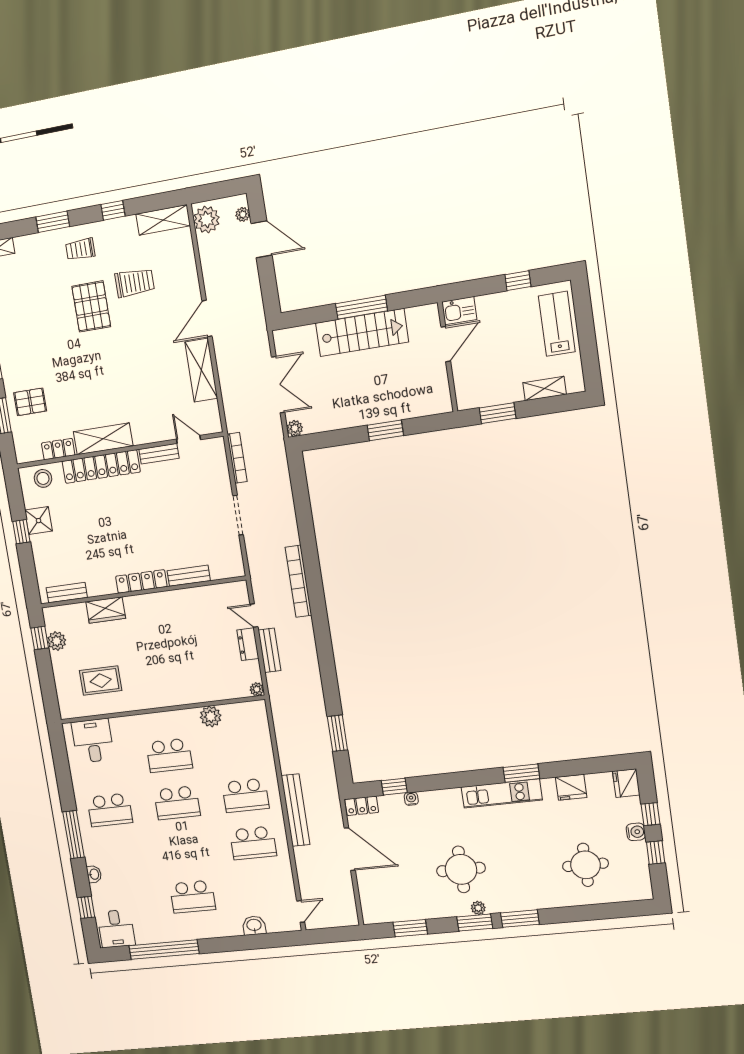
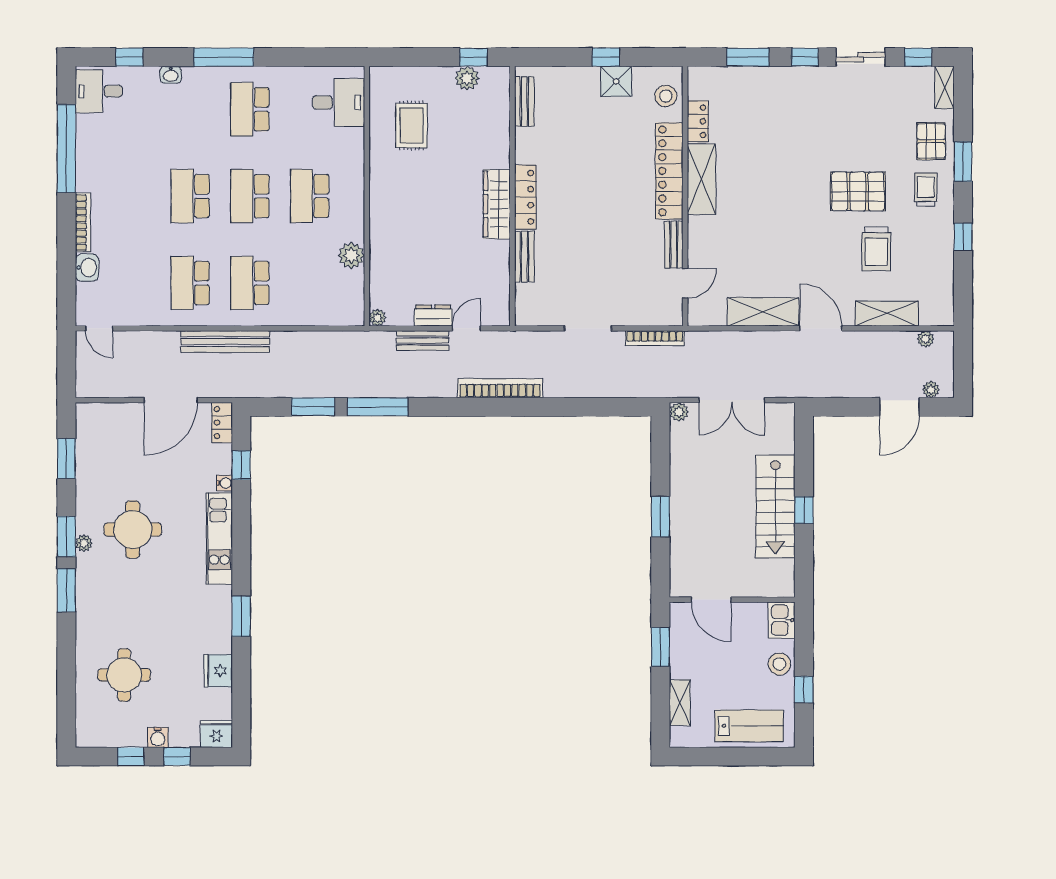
shelving: (163, 220) -> (887, 314), moved, turned 90
plant: (207, 220) -> (926, 339), width x0.53, depth x0.53
stool: (498, 306) -> (779, 664), added
window: (362, 307) -> (804, 510), width x0.46
door: (446, 344) -> (711, 600), moved
pallet: (30, 402) -> (931, 141), moved
wardrobe: (106, 610) -> (497, 204), moved, width x1.50
window: (329, 680) -> (378, 407), added
kitchen unit: (502, 794) -> (219, 539), moved
school desk: (193, 897) -> (190, 196), moved
bookcase: (219, 932) -> (83, 222), added

